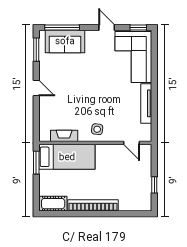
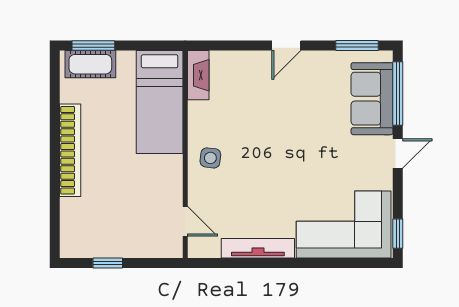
door: (107, 27) -> (398, 153), moved
fireplace: (64, 136) -> (198, 75), moved
door: (131, 143) -> (185, 221), swing flipped
window: (36, 163) -> (93, 46), moved
cot: (53, 204) -> (90, 64), moved, turned 90

